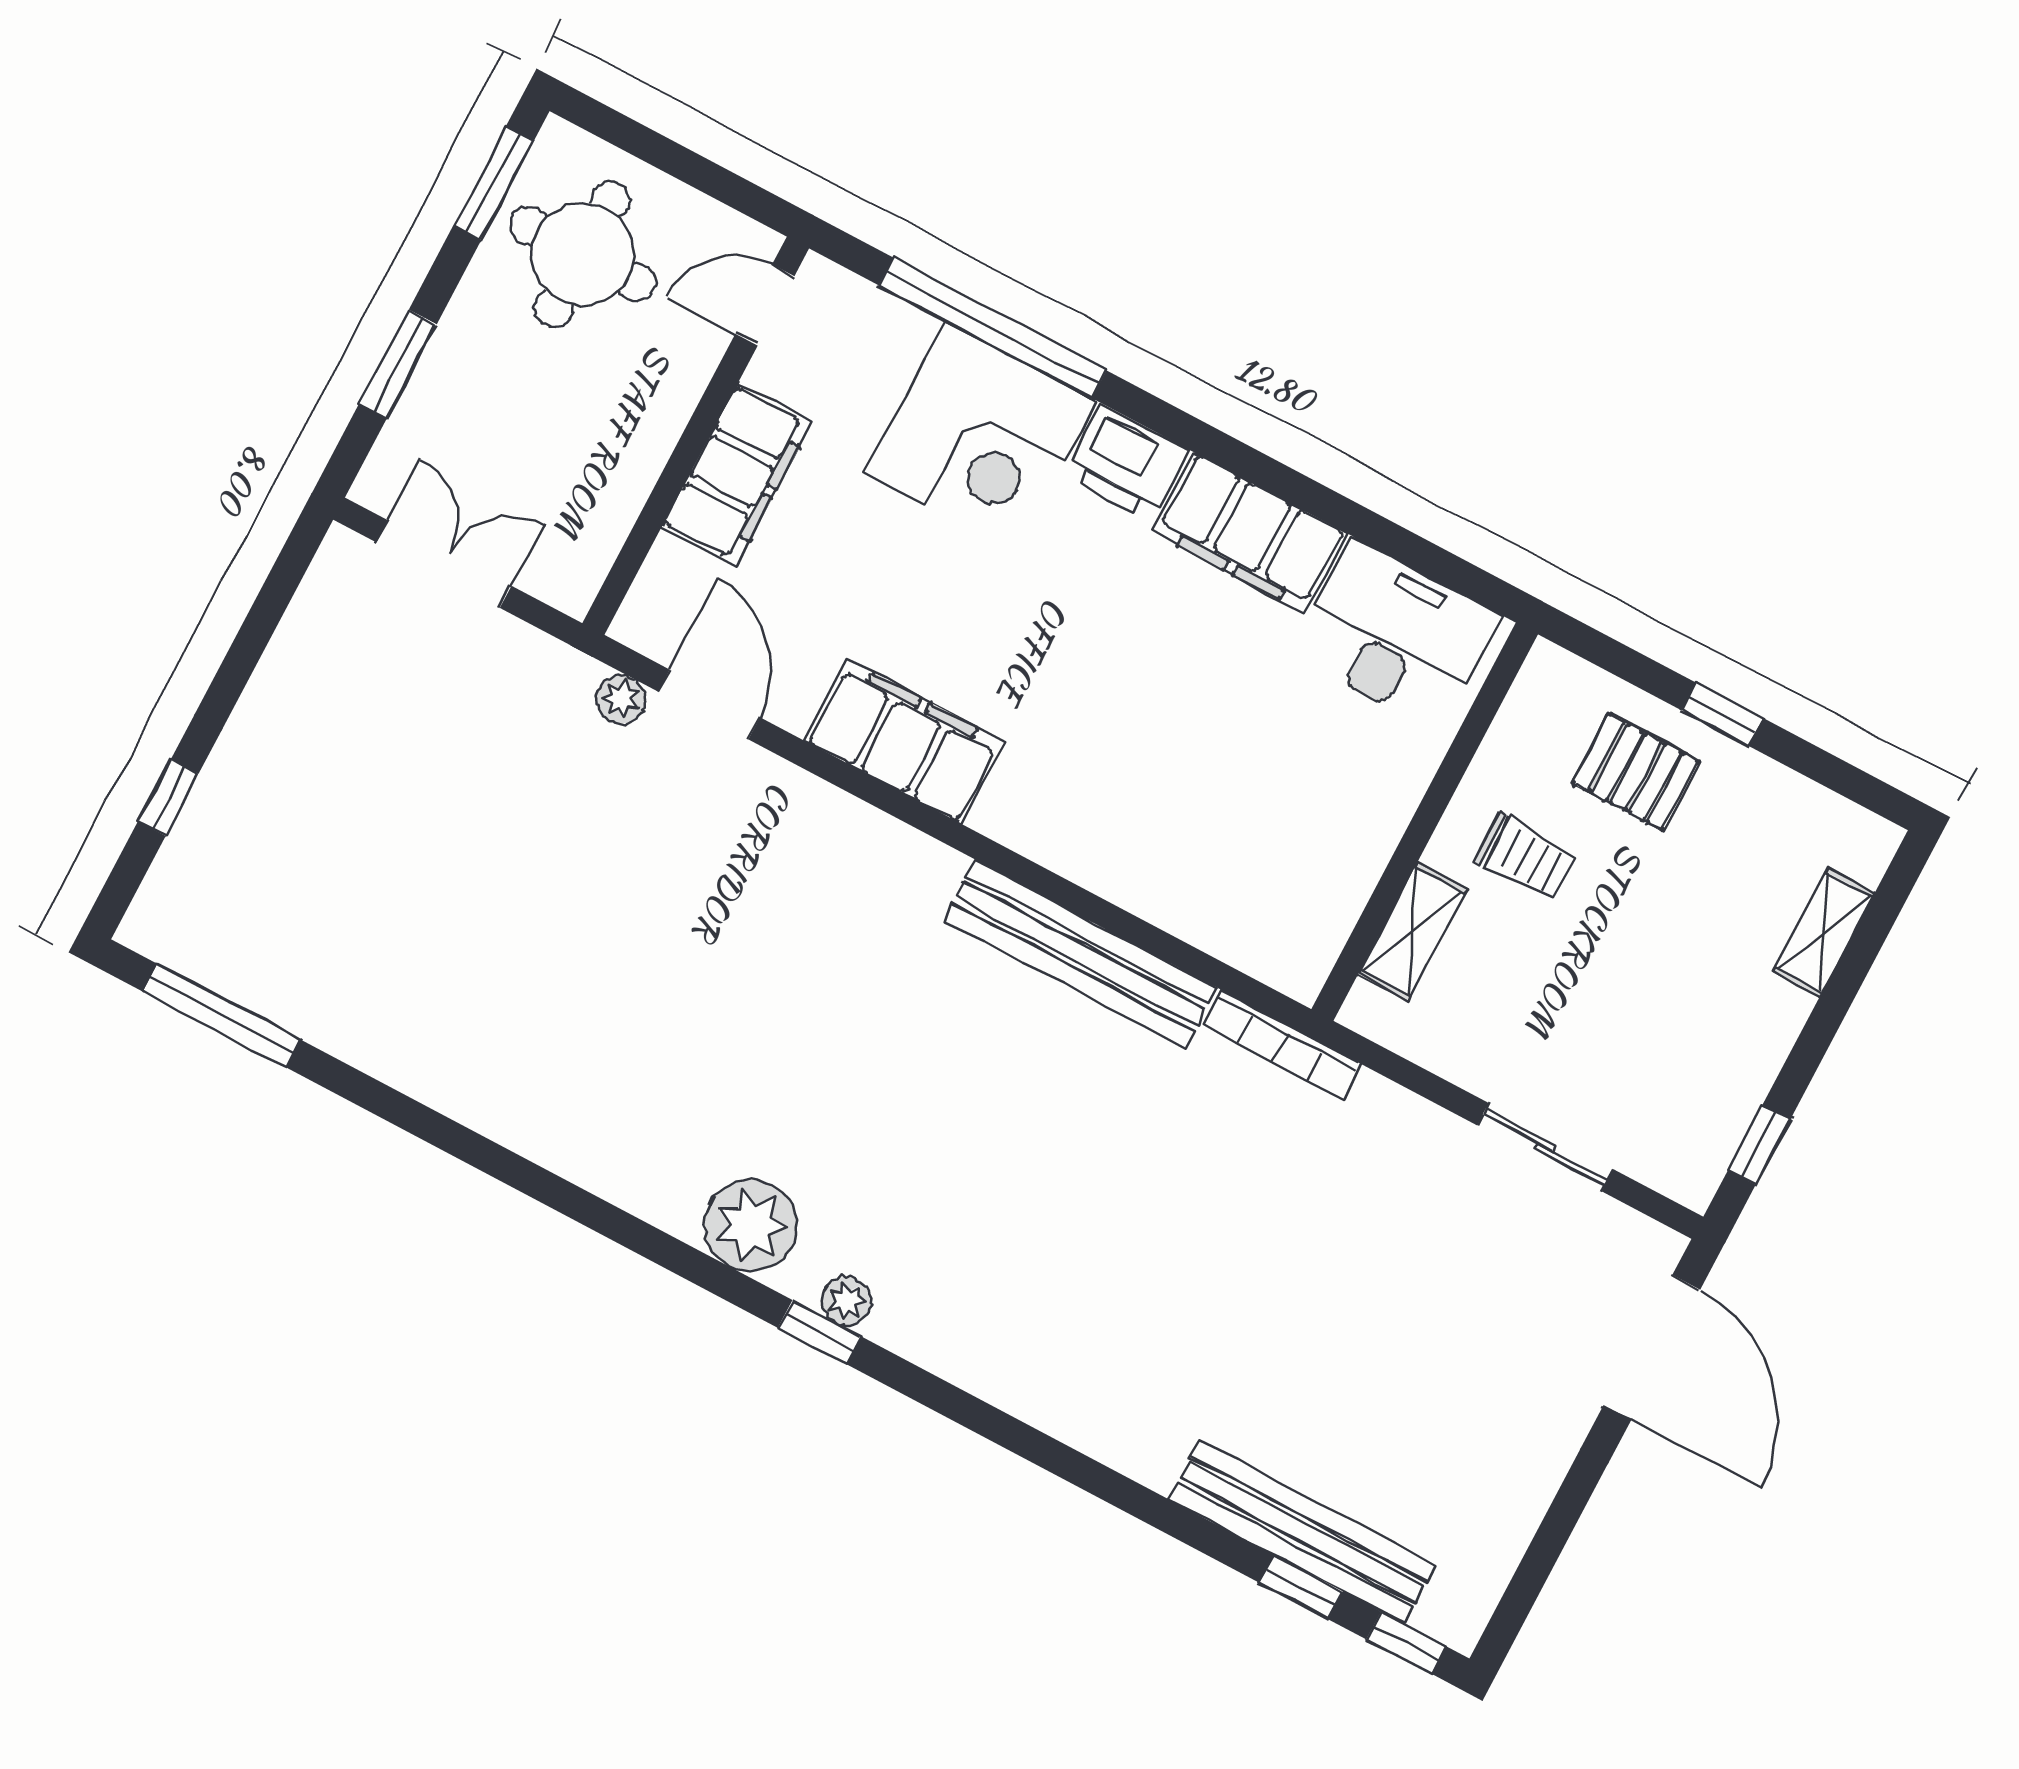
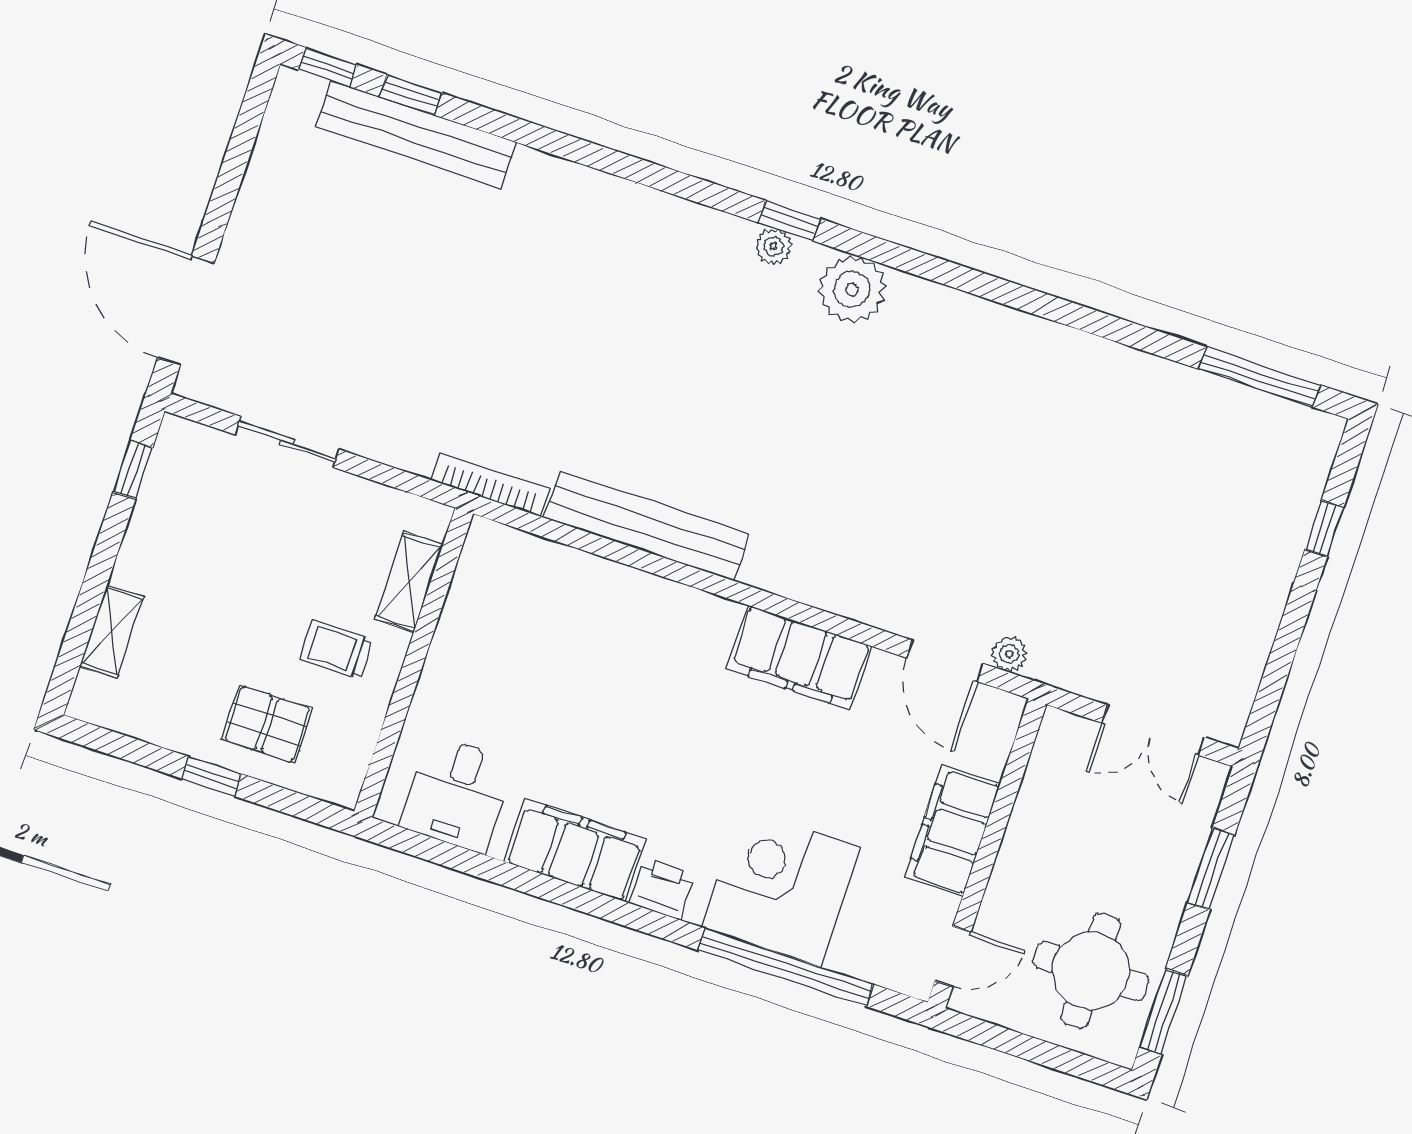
printer: (1126, 463) -> (662, 888), width x0.73, depth x0.81
desk: (1396, 635) -> (457, 794), width x0.73

